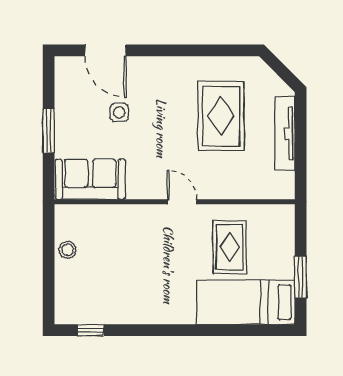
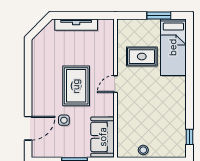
rug: (221, 116) -> (76, 86), moved, turned 90

